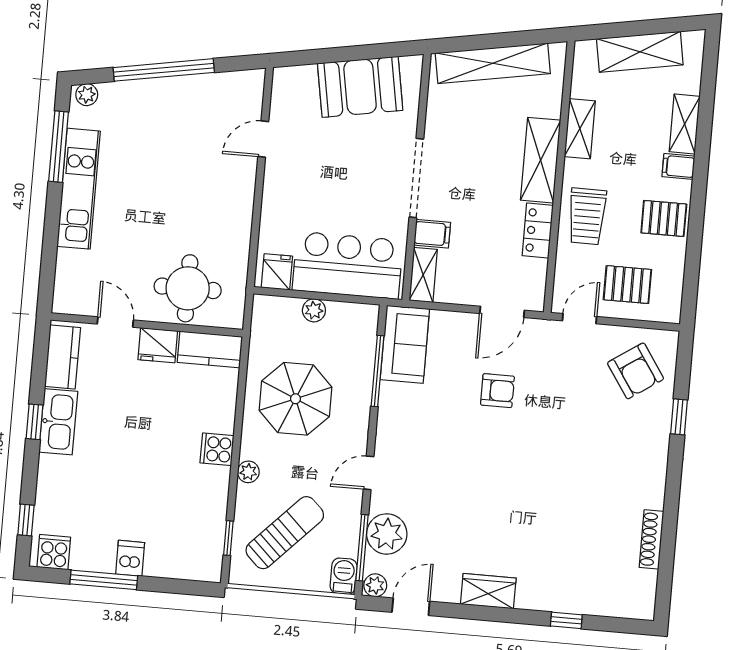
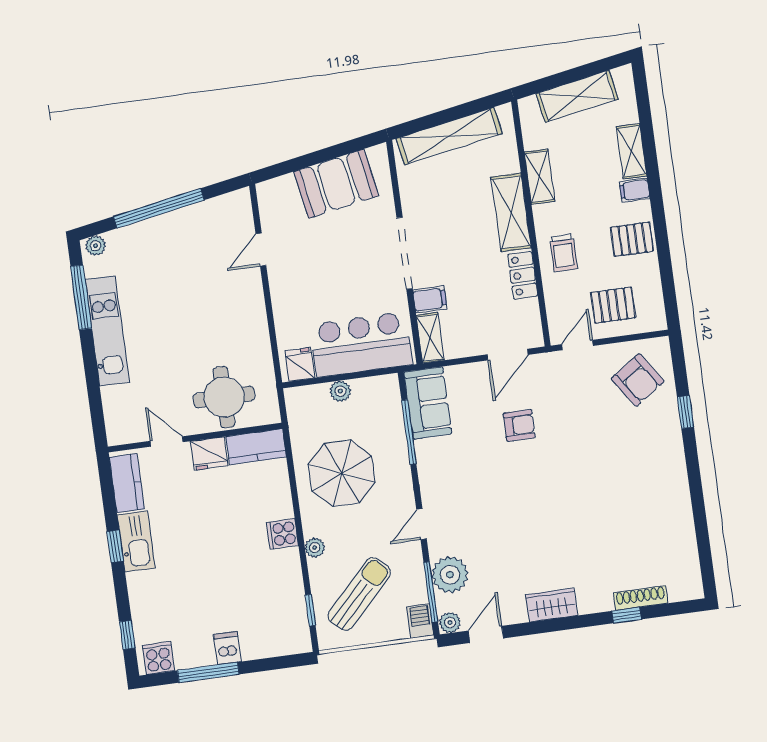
trolley: (587, 216) -> (563, 253), width x0.73, depth x0.72
shoe rack: (652, 539) -> (641, 598), moved, turned 90

